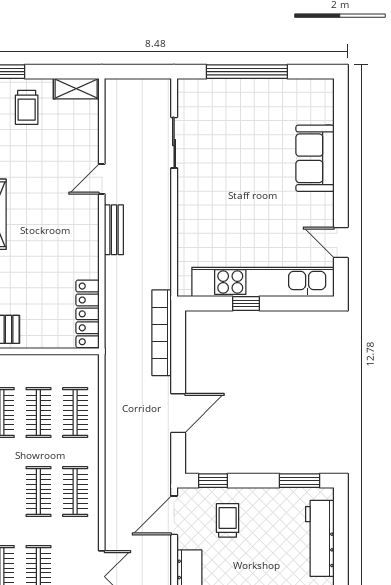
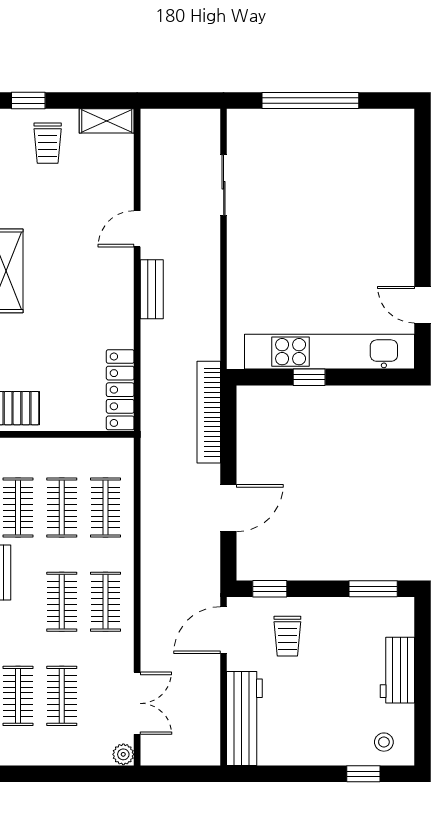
sofa: (315, 158) -> (392, 204), removed
trolley: (228, 520) -> (287, 636), turned 180
workbench: (320, 538) -> (397, 670), width x0.73

